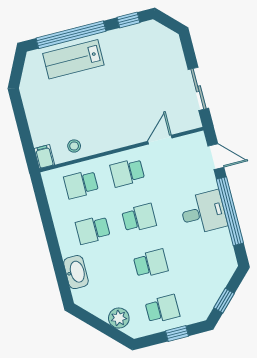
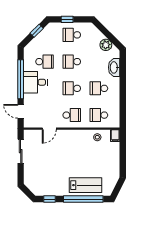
school desk: (81, 184) -> (99, 115), turned 180
school desk: (93, 230) -> (99, 88), turned 180
school desk: (197, 252) -> (45, 62), added
plant: (119, 318) -> (106, 45), moved

